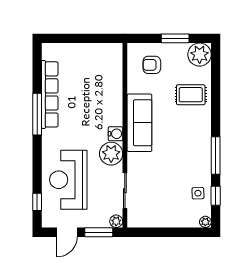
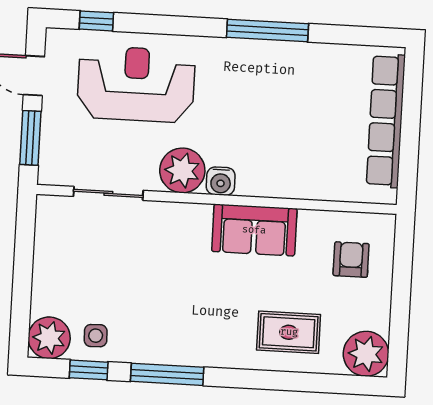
window: (175, 38) -> (400, 308), removed
row of seats: (50, 94) -> (386, 121), moved, turned 90
rug: (191, 95) -> (289, 332), turned 90
sofa: (139, 123) -> (254, 230), width x0.73
plant: (116, 221) -> (50, 173), removed
plant: (205, 222) -> (49, 338), width x1.88, depth x1.88

